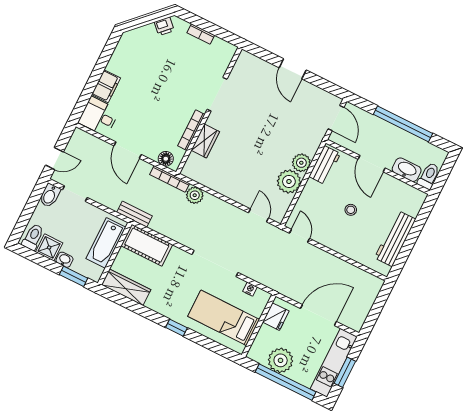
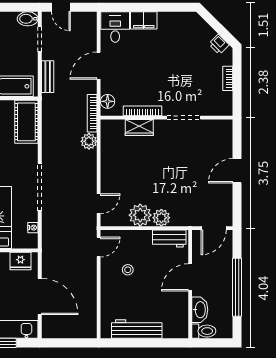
stool: (351, 210) -> (128, 270), moved
bench: (134, 214) -> (48, 77), moved

